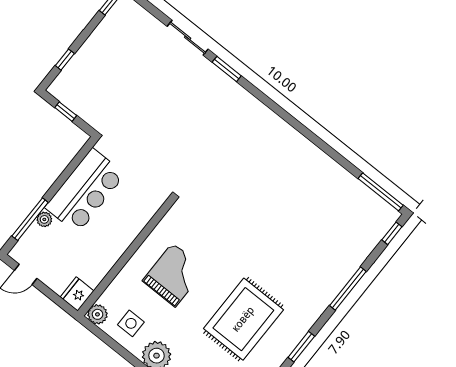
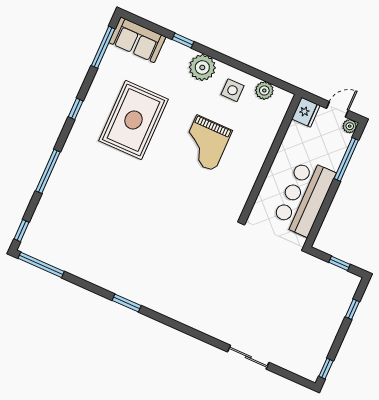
window: (227, 69) -> (127, 303), moved
plant: (44, 219) -> (350, 126), moved
wall: (126, 257) -> (271, 156), moved
fridge: (77, 294) -> (306, 112), moved
window: (301, 347) -> (76, 109), width x0.67

